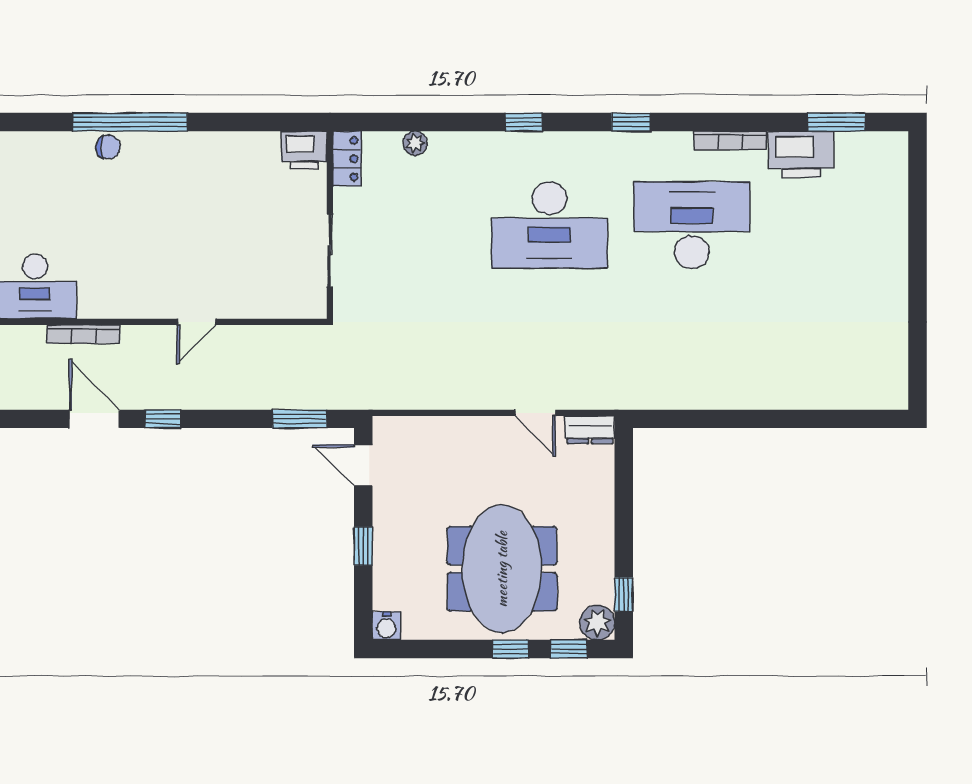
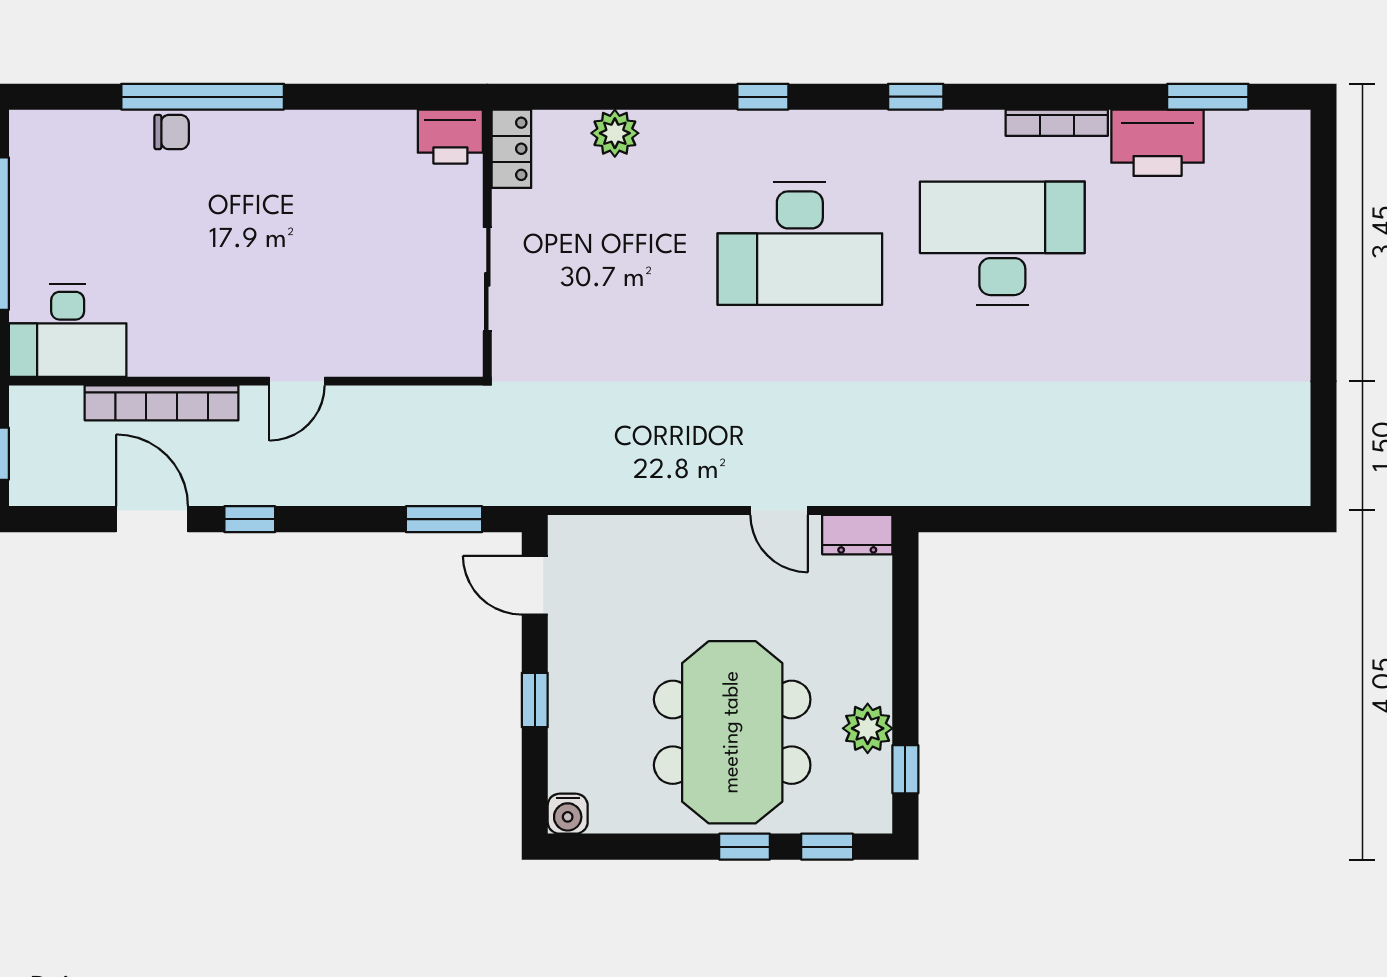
plant: (415, 143) -> (615, 133), width x1.38, depth x1.38
bookcase: (84, 334) -> (162, 403), width x1.48, depth x1.31
plant: (597, 622) -> (868, 728), moved

